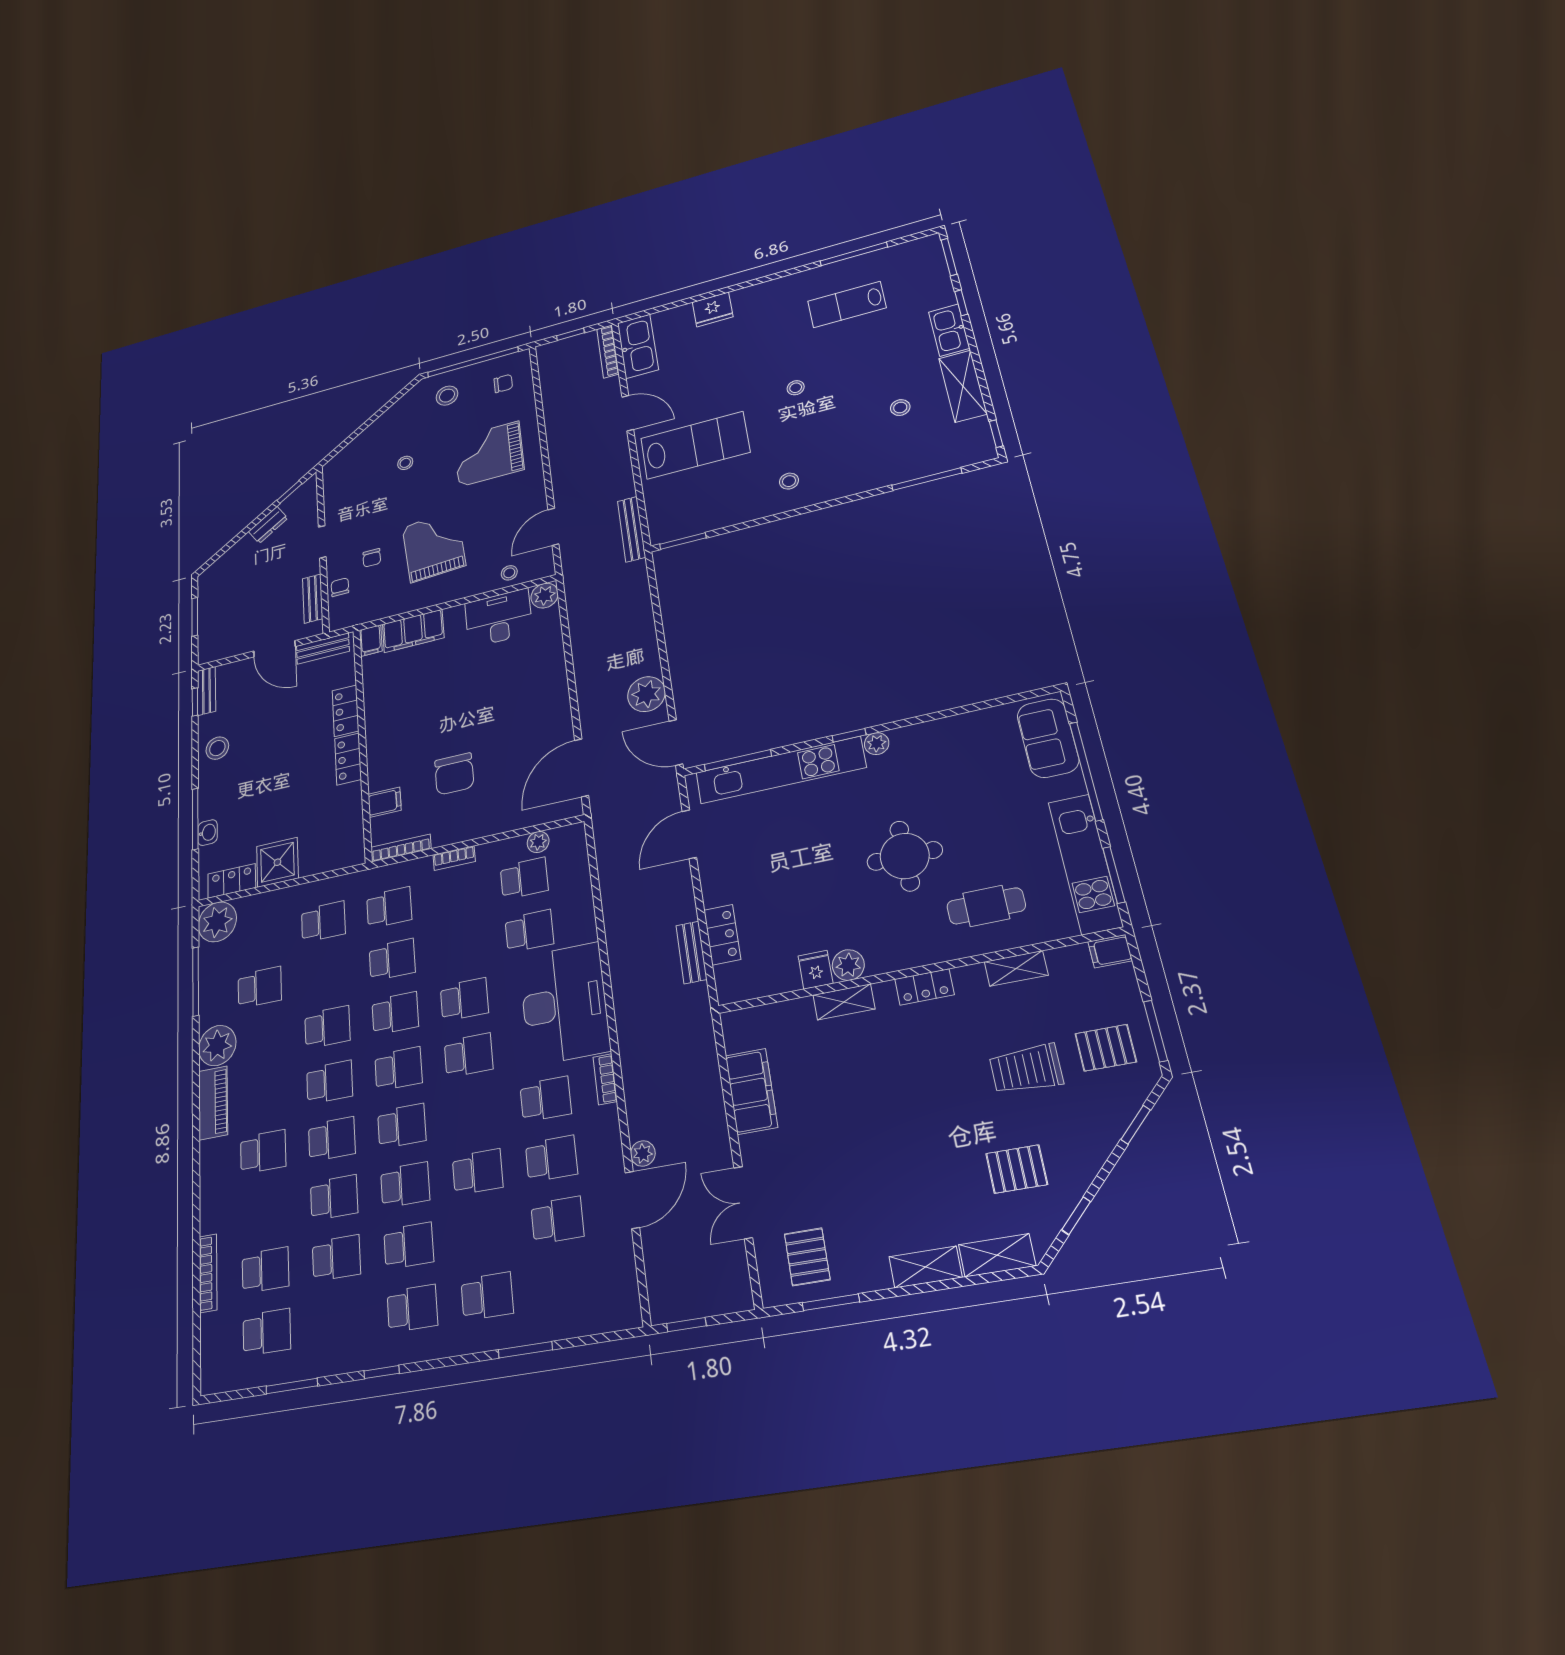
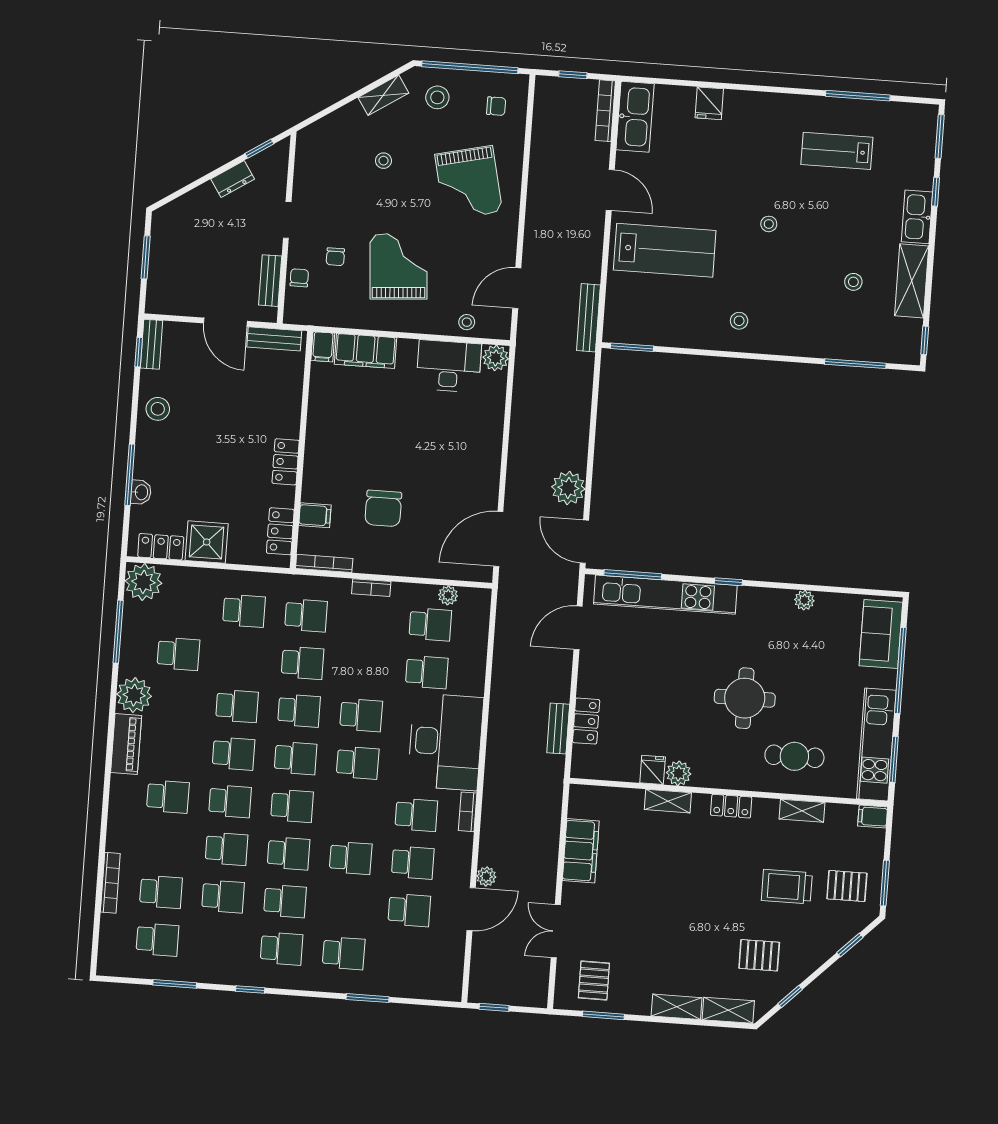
fridge: (713, 309) -> (709, 103), width x0.72
shelving: (397, 411) -> (383, 95), added
grand piano: (489, 454) -> (469, 183), turned -103
locker: (346, 711) -> (280, 531), moved
plant: (877, 744) -> (804, 600), moved

